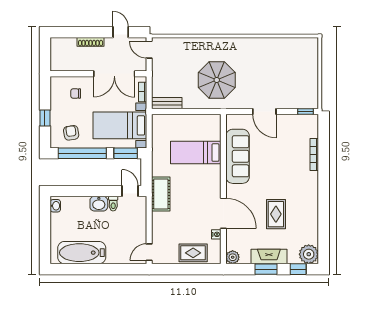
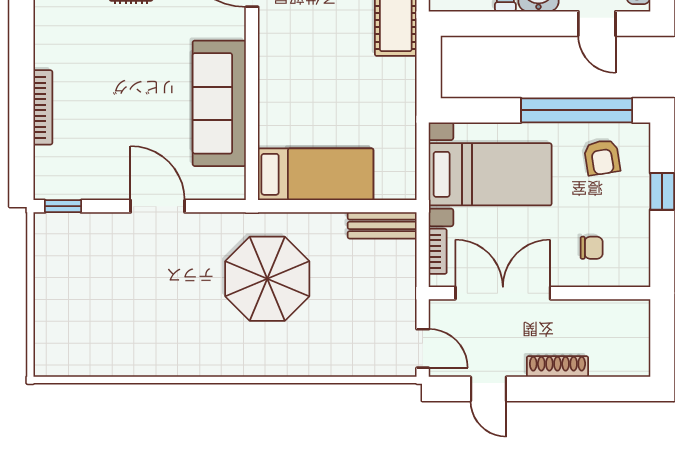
window: (126, 153) -> (477, 110), removed
bed: (196, 153) -> (316, 174), moved
door: (130, 191) -> (597, 24), moved

